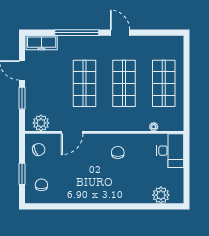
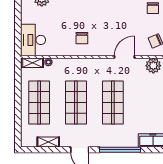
shelving: (154, 41) -> (48, 142), added
shelving: (171, 126) -> (33, 63), added

